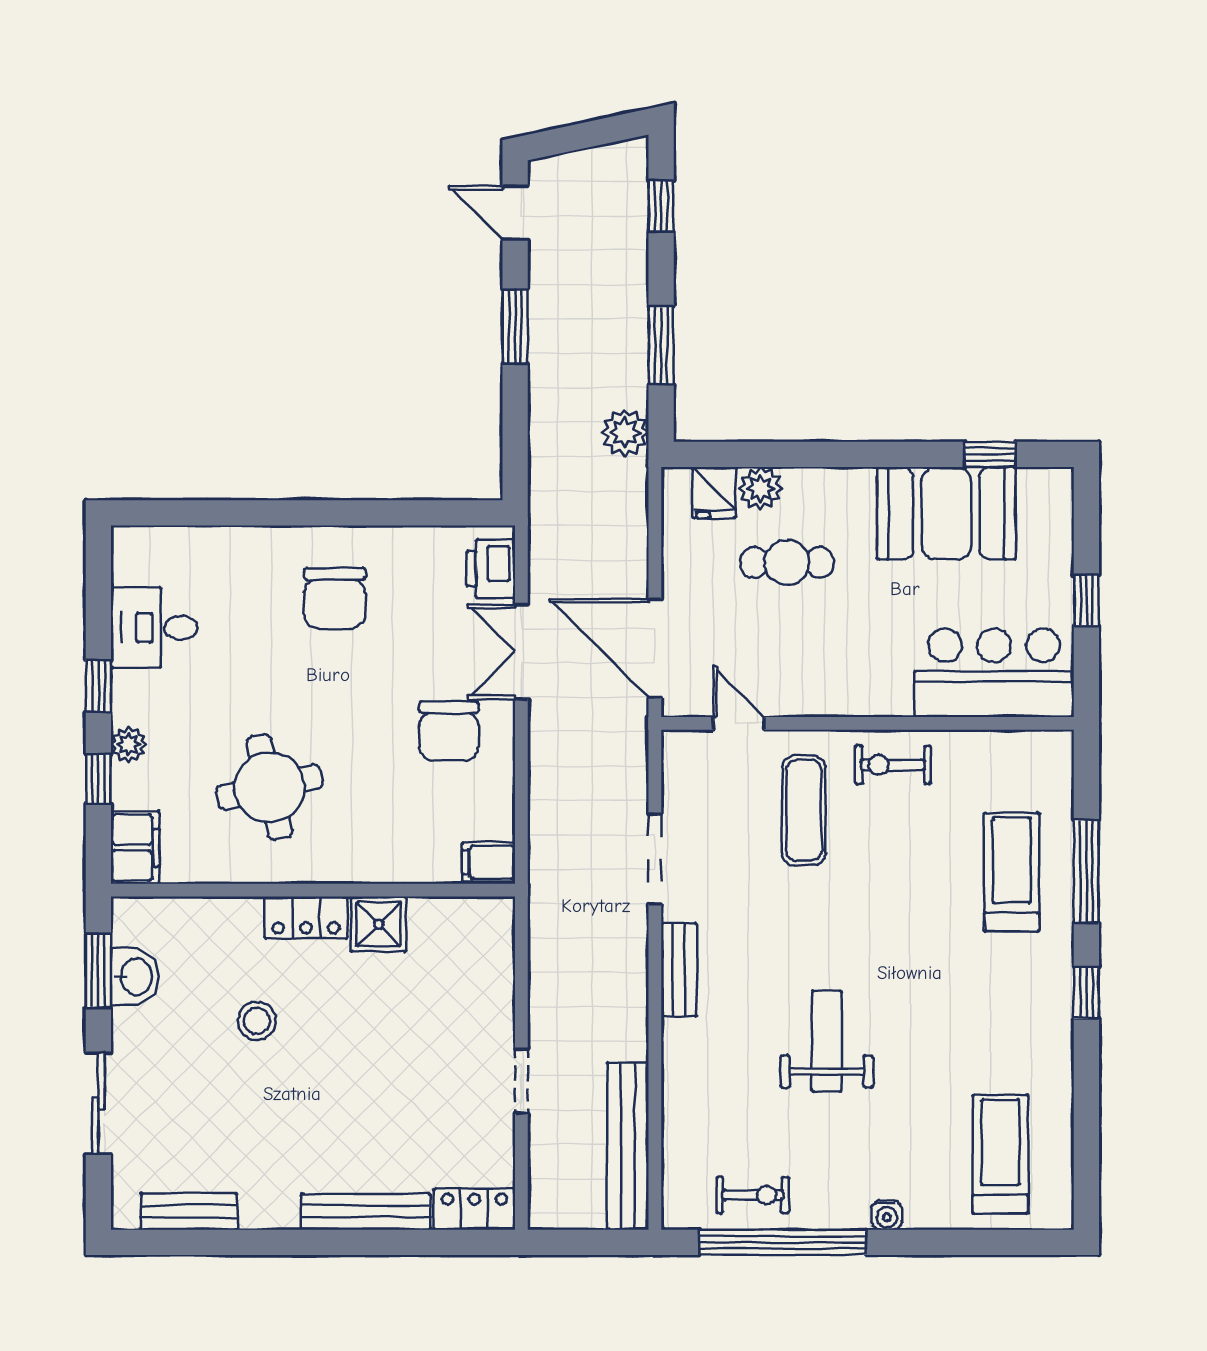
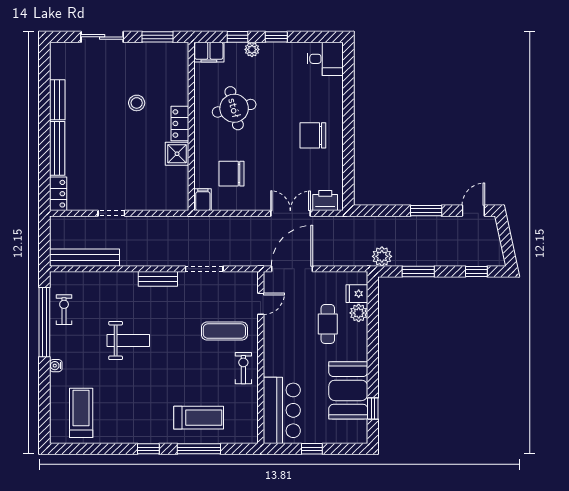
desk: (154, 628) -> (325, 59), moved, turned 90
chair: (449, 731) -> (232, 174), moved
washbasin: (135, 977) -> (155, 52), removed
treadmill: (1000, 1154) -> (81, 413), turned -90
exercise bike: (753, 1195) -> (64, 310), turned 180
bench: (189, 1211) -> (57, 100), moved

